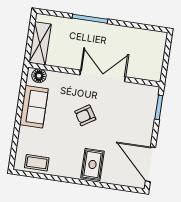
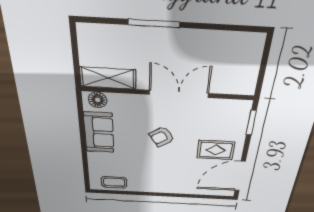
shelving: (40, 43) -> (108, 78), moved, turned 90
rug: (92, 164) -> (216, 150), moved, turned 90
door: (150, 164) -> (240, 176), hinge flipped

